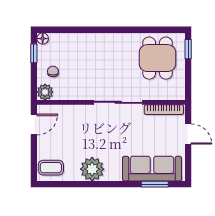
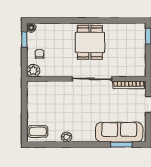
dining table: (157, 58) -> (90, 42), moved
door: (34, 125) -> (24, 97), removed
plant: (92, 169) -> (67, 137), width x0.53, depth x0.53

